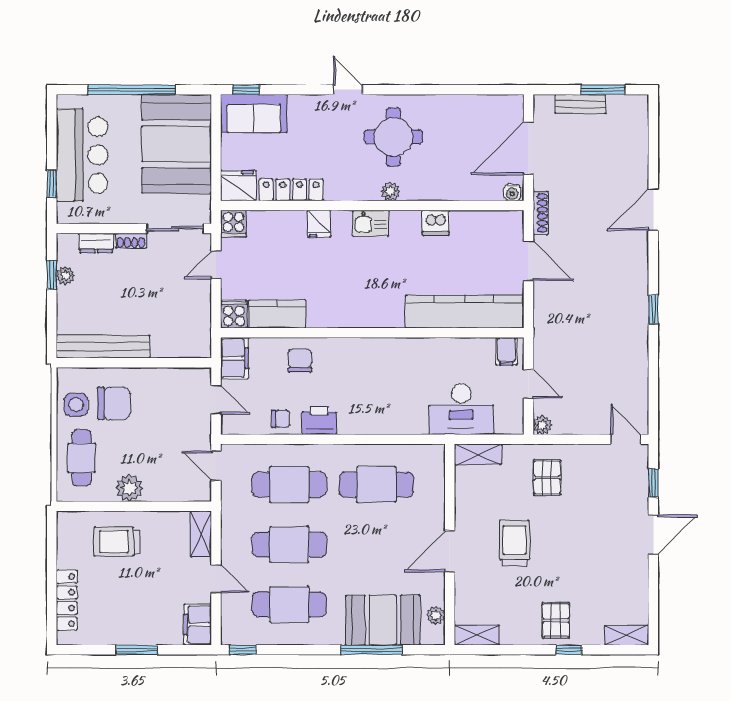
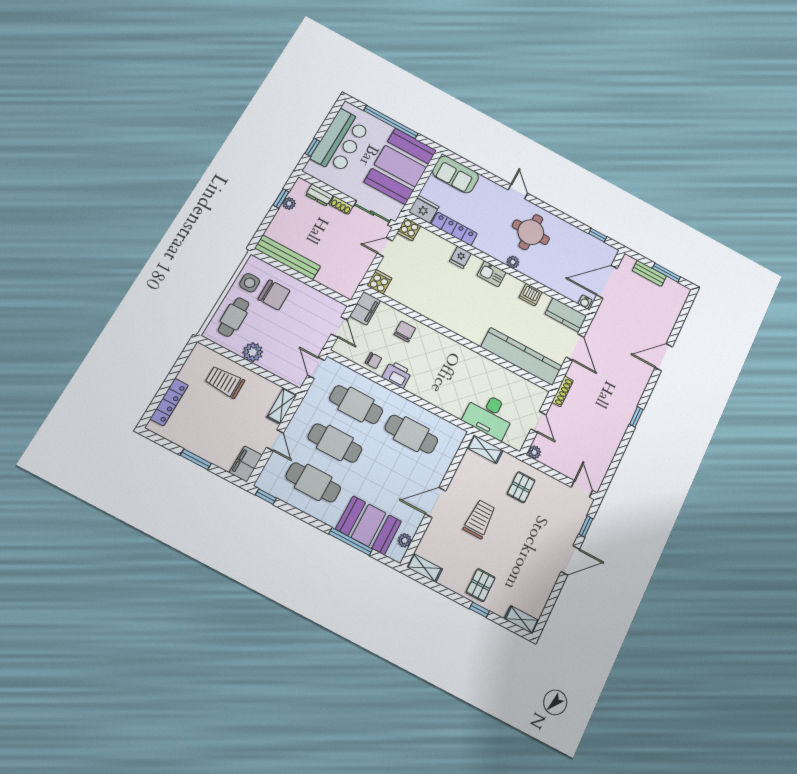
window: (246, 90) -> (598, 235), moved
shoe rack: (540, 213) -> (563, 391), moved
kitchen counter: (277, 314) -> (566, 315), moved, turned 180
filing cabinet: (507, 351) -> (535, 394), removed

